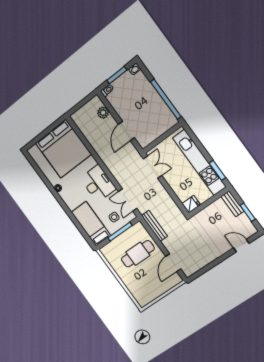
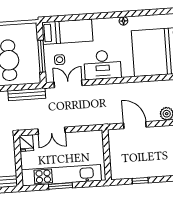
window: (166, 99) -> (140, 181), width x0.32
double door: (153, 167) -> (51, 131), moved
window: (217, 170) -> (60, 186), moved

